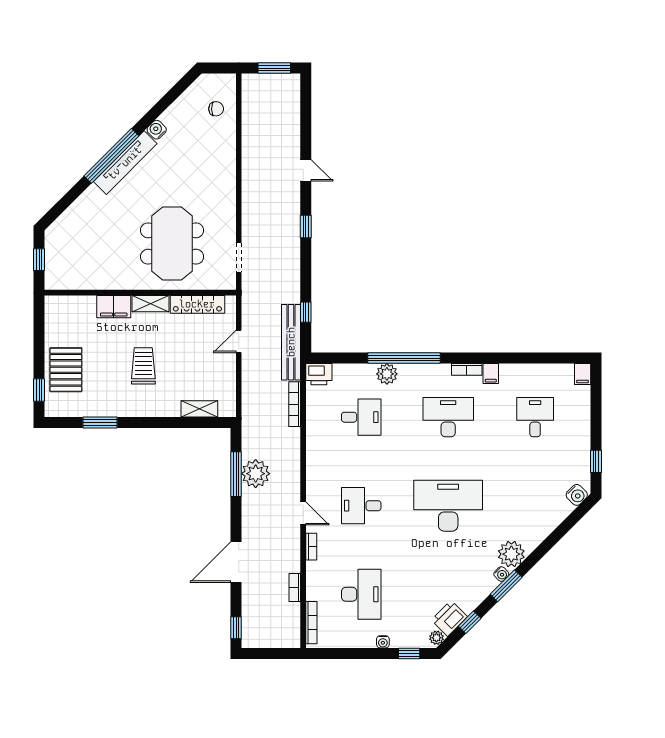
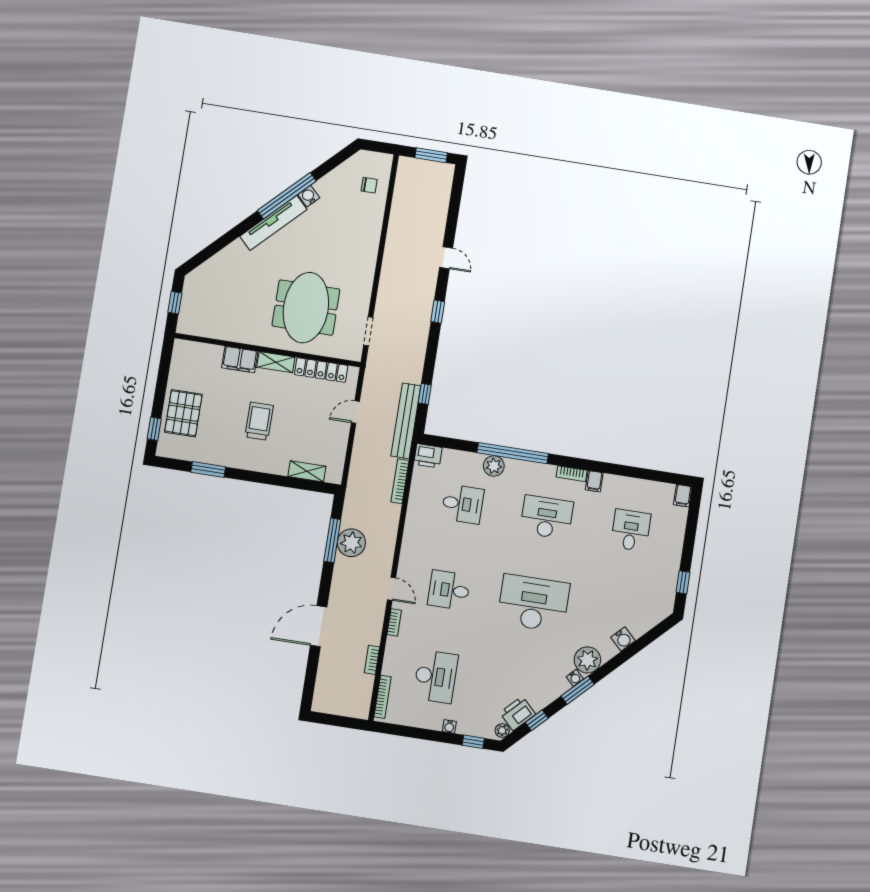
window: (111, 156) -> (287, 196), moved
water cooler: (577, 495) -> (623, 639), moved
window: (236, 628) -> (308, 690), removed

